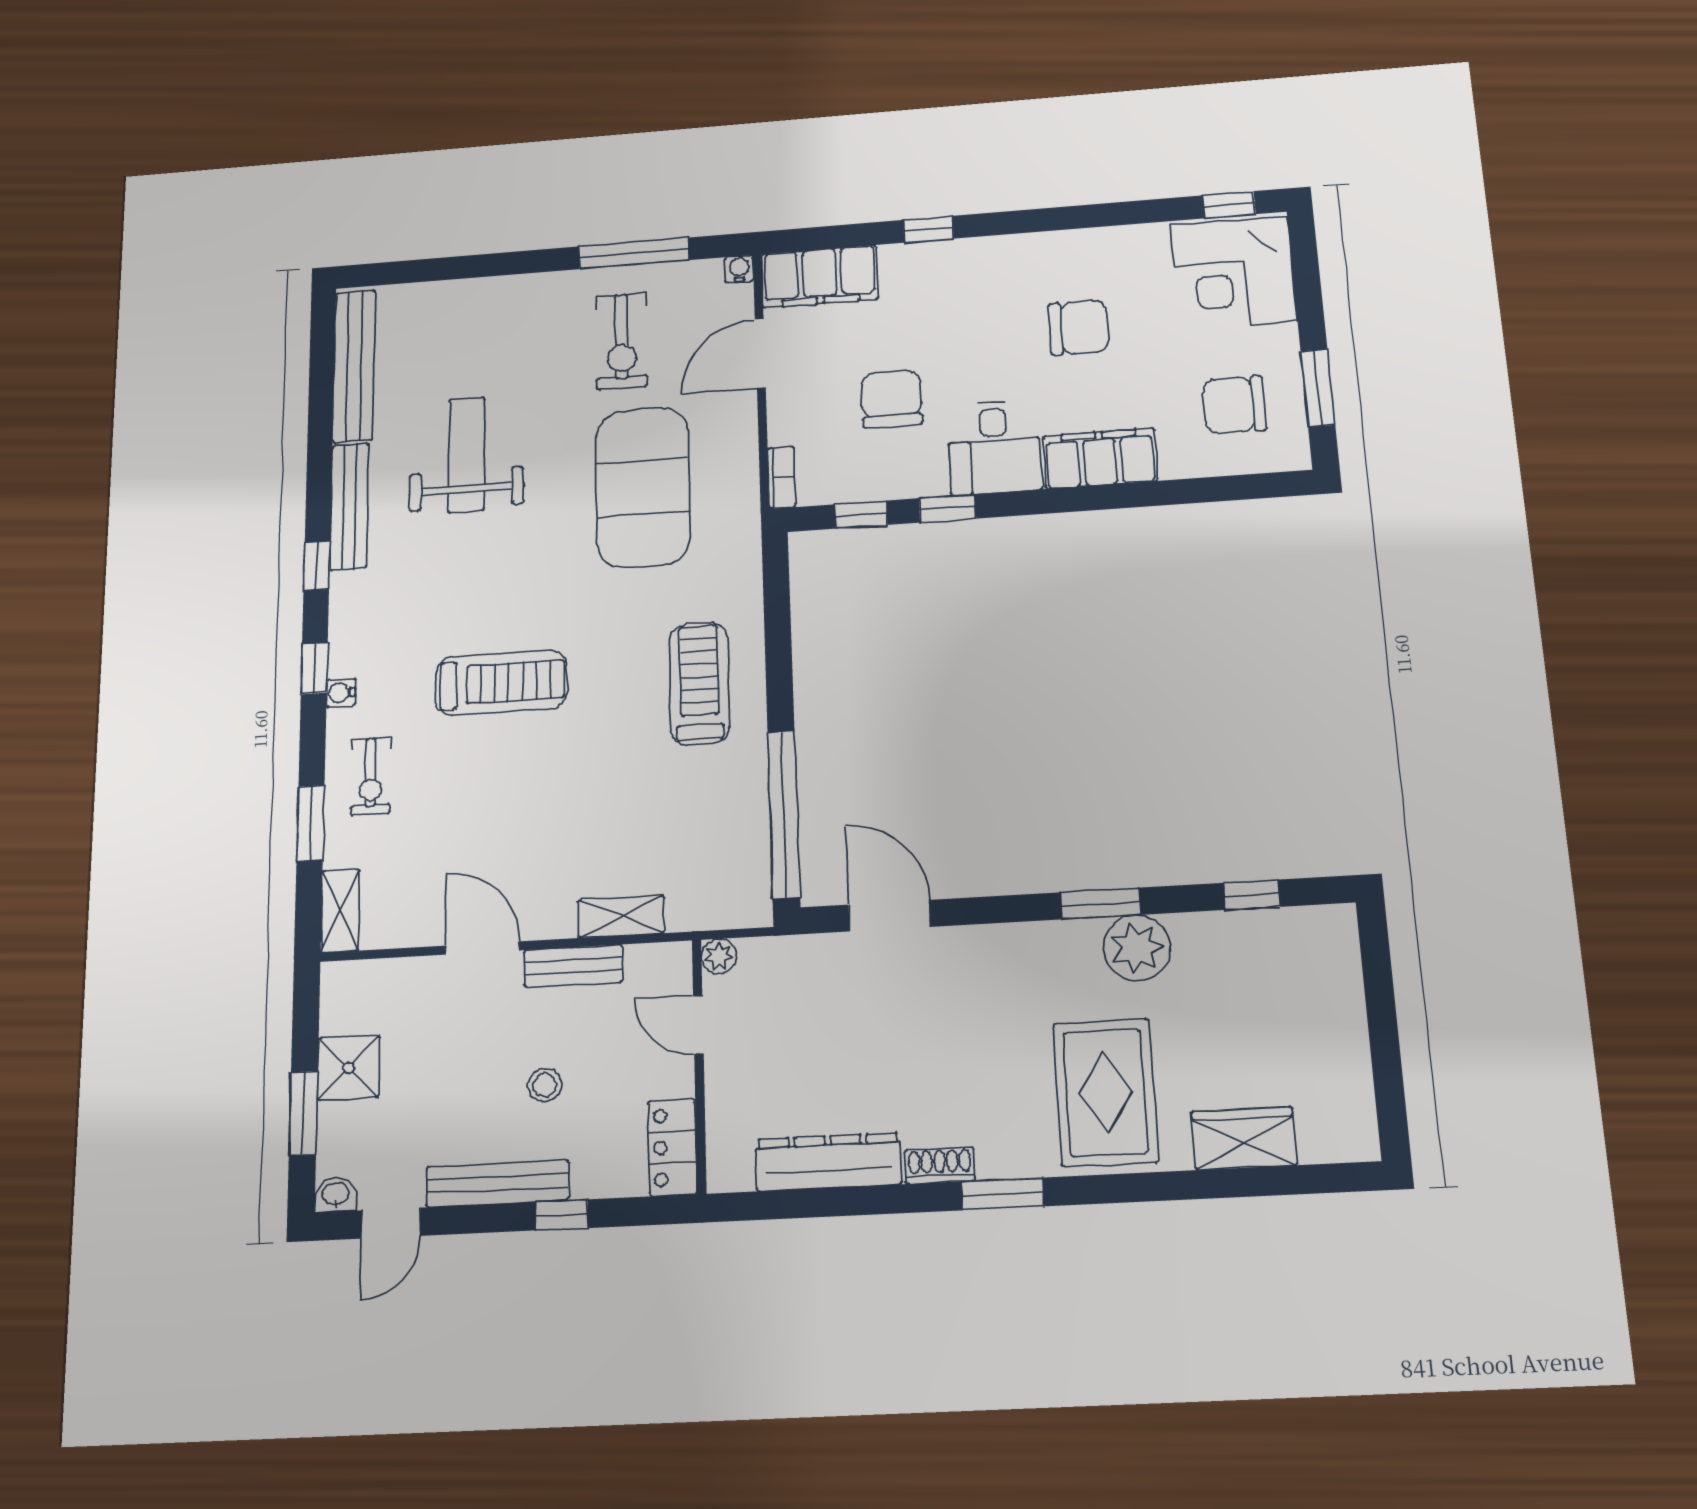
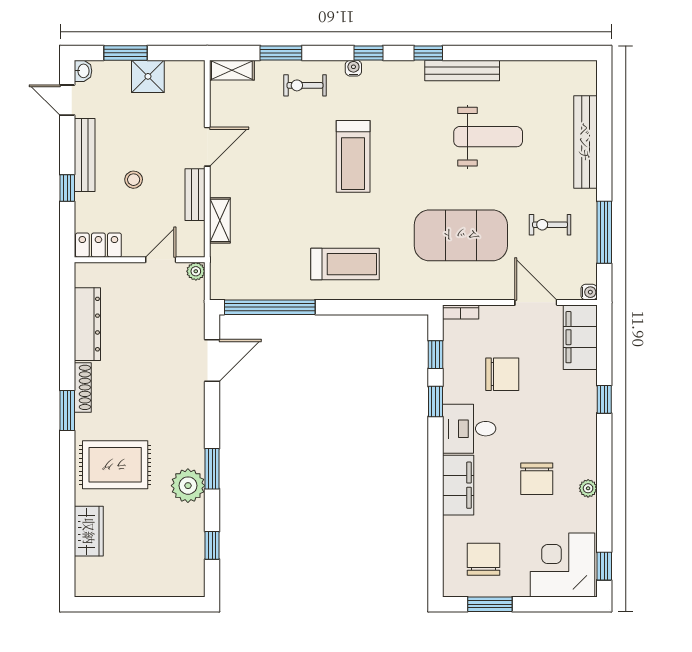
plant: (1090, 242) -> (588, 488), added
exercise bike: (622, 341) -> (550, 225), width x0.73, depth x0.72
bench: (354, 366) -> (585, 142), moved, turned 90
shoe rack: (940, 1165) -> (83, 387), width x1.43

